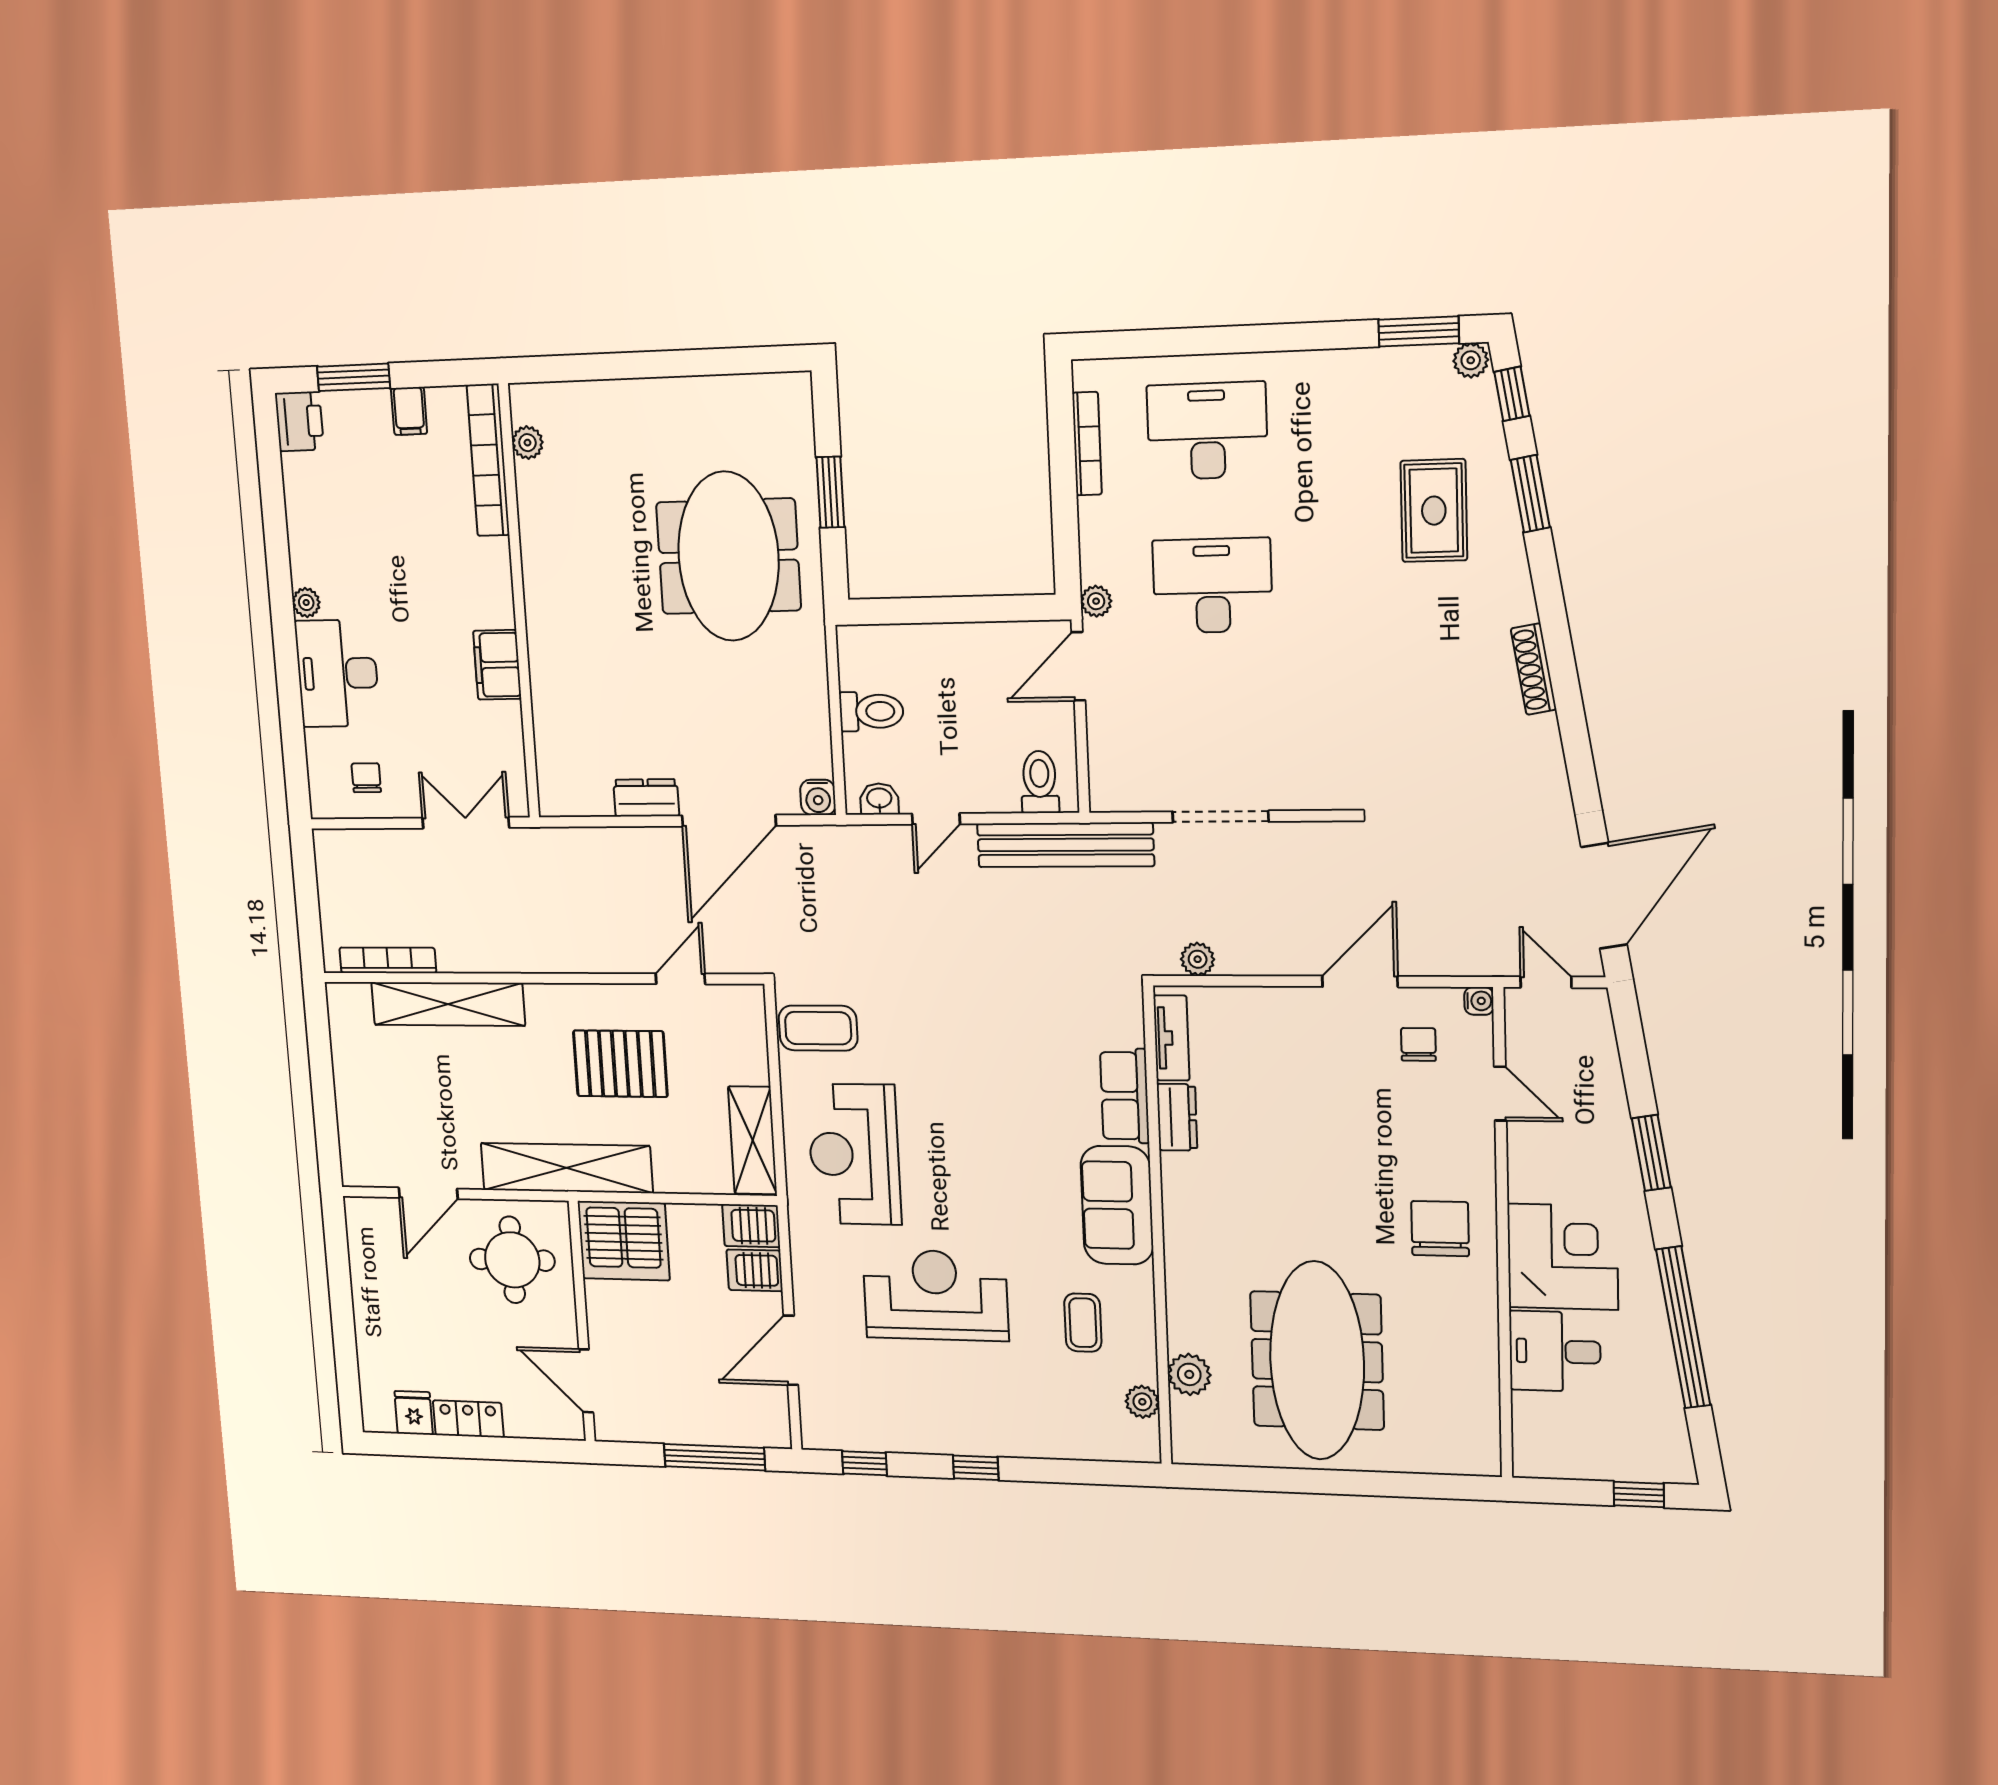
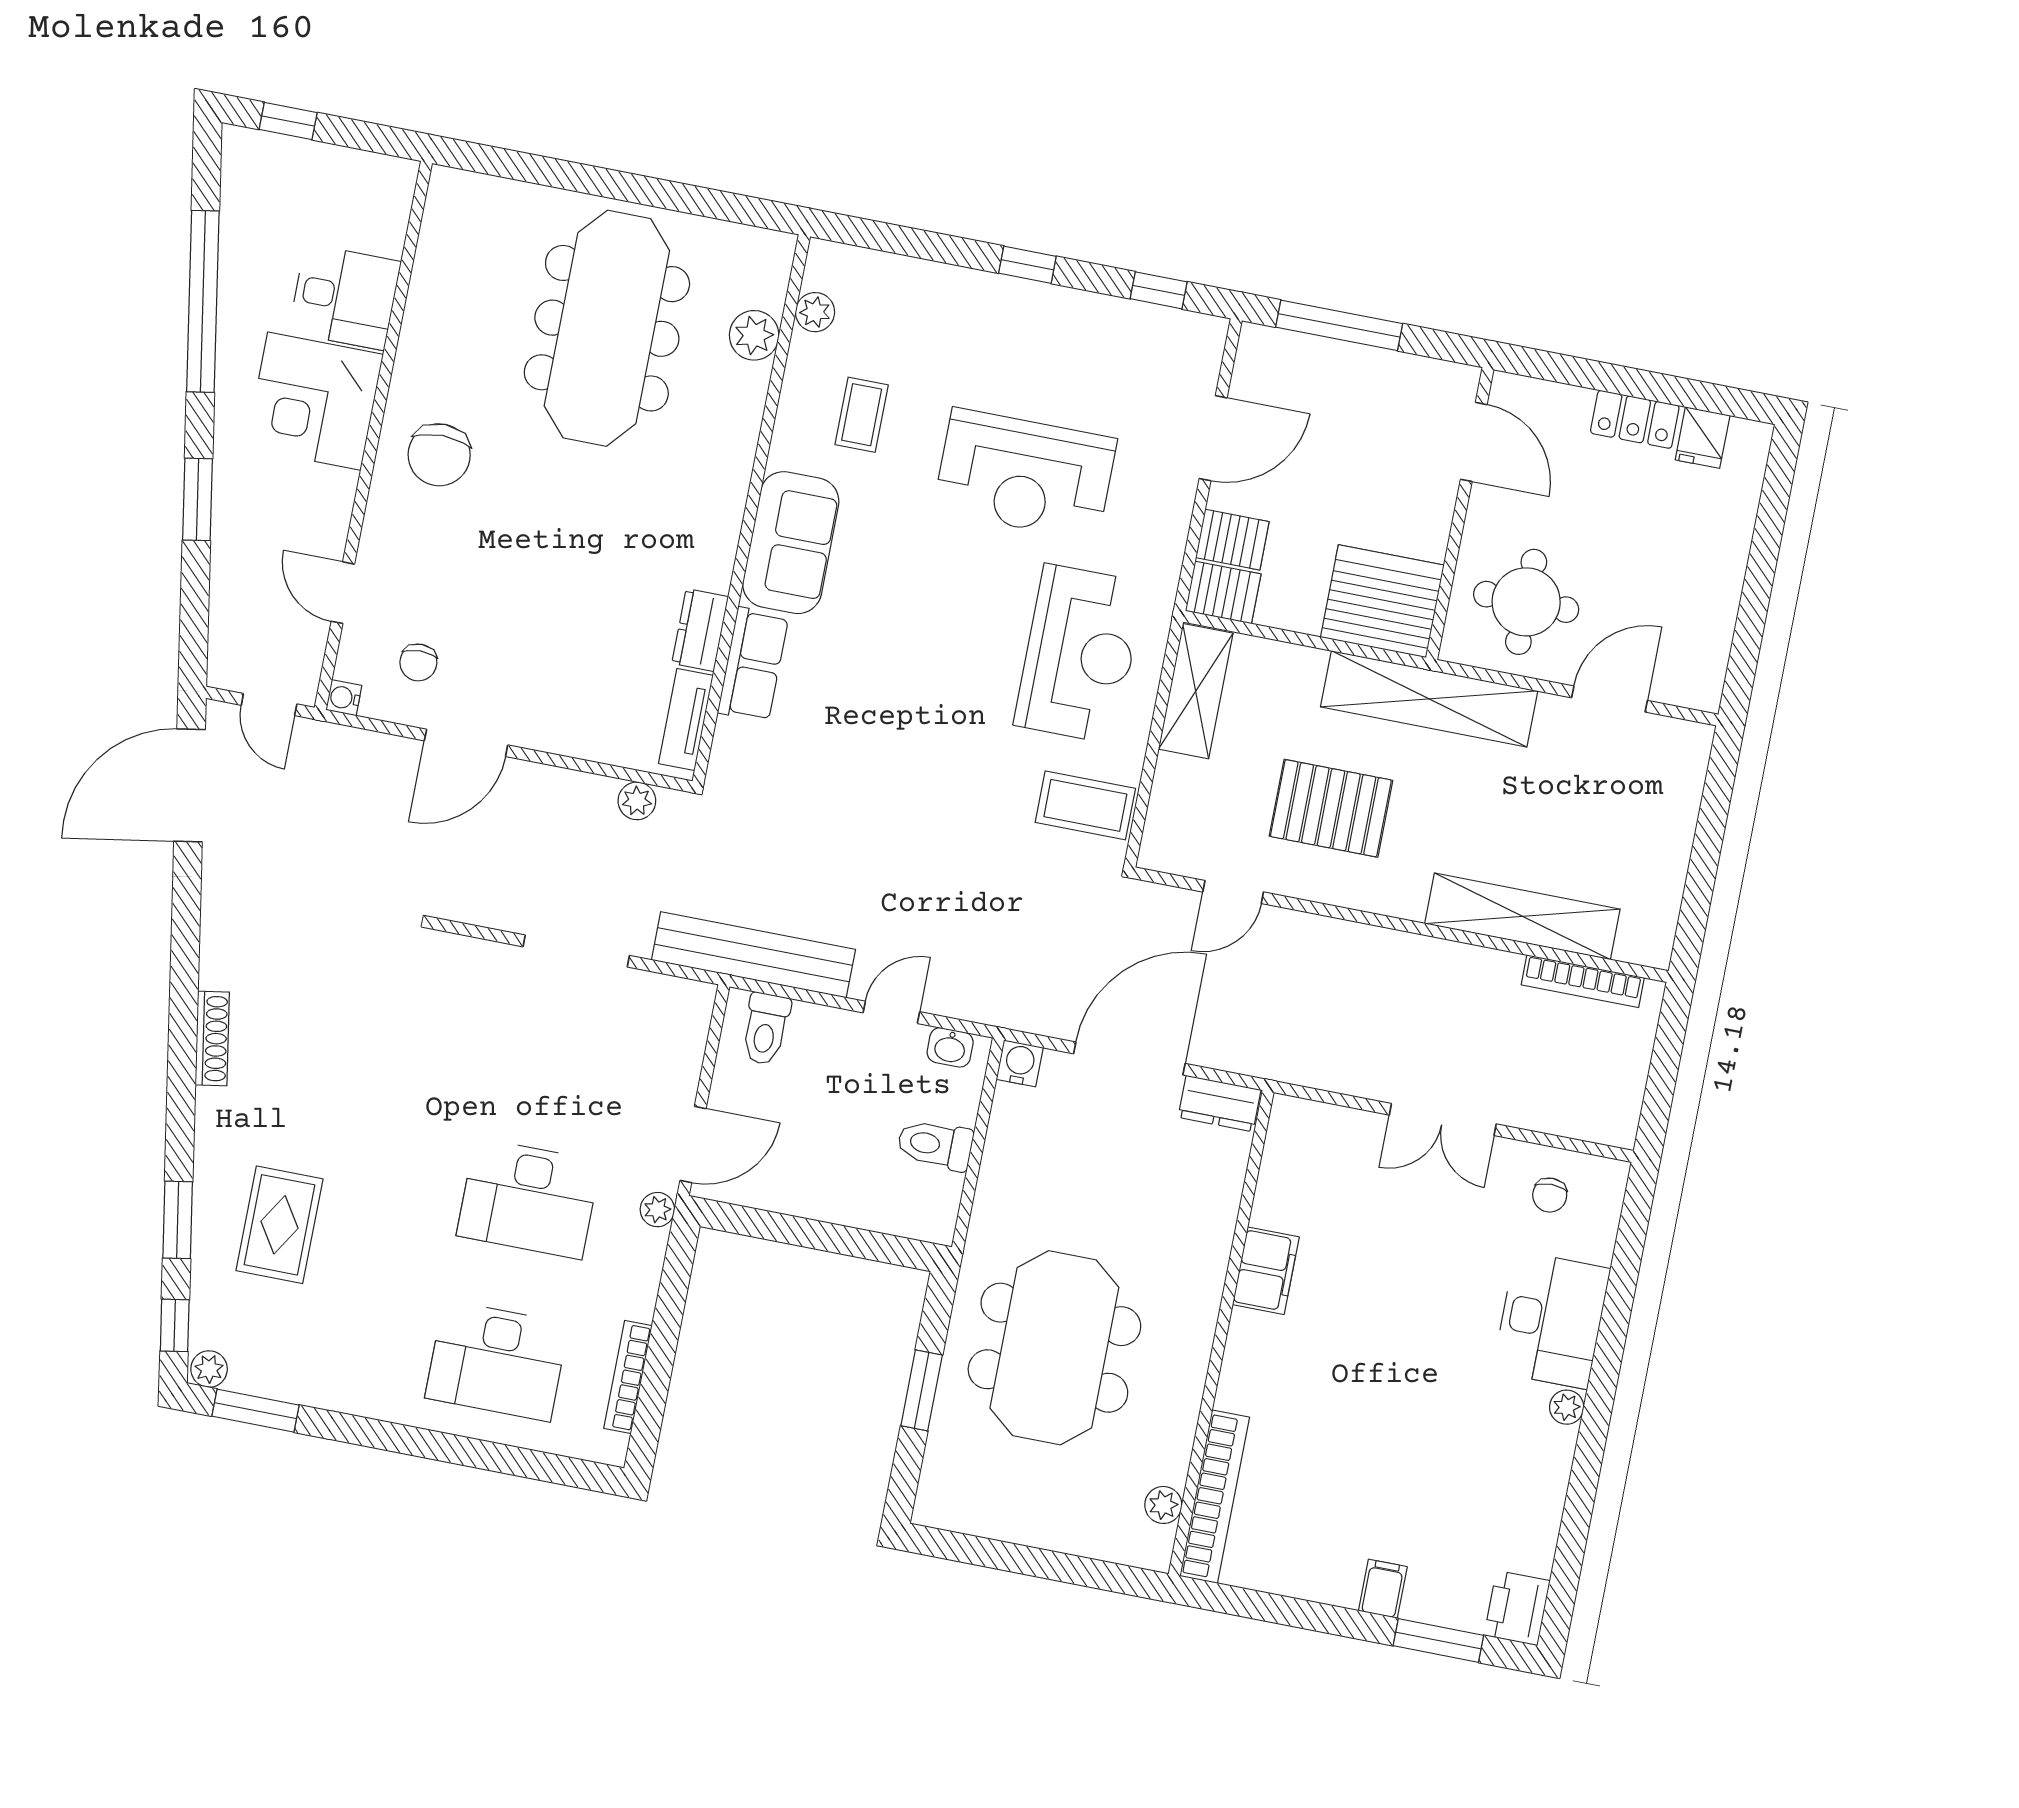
plant: (528, 443) -> (1163, 1505), moved
bookcase: (488, 460) -> (1215, 1497), moved
wall: (519, 603) -> (1221, 1333), moved
filing cabinet: (497, 665) -> (1266, 1271), moved

